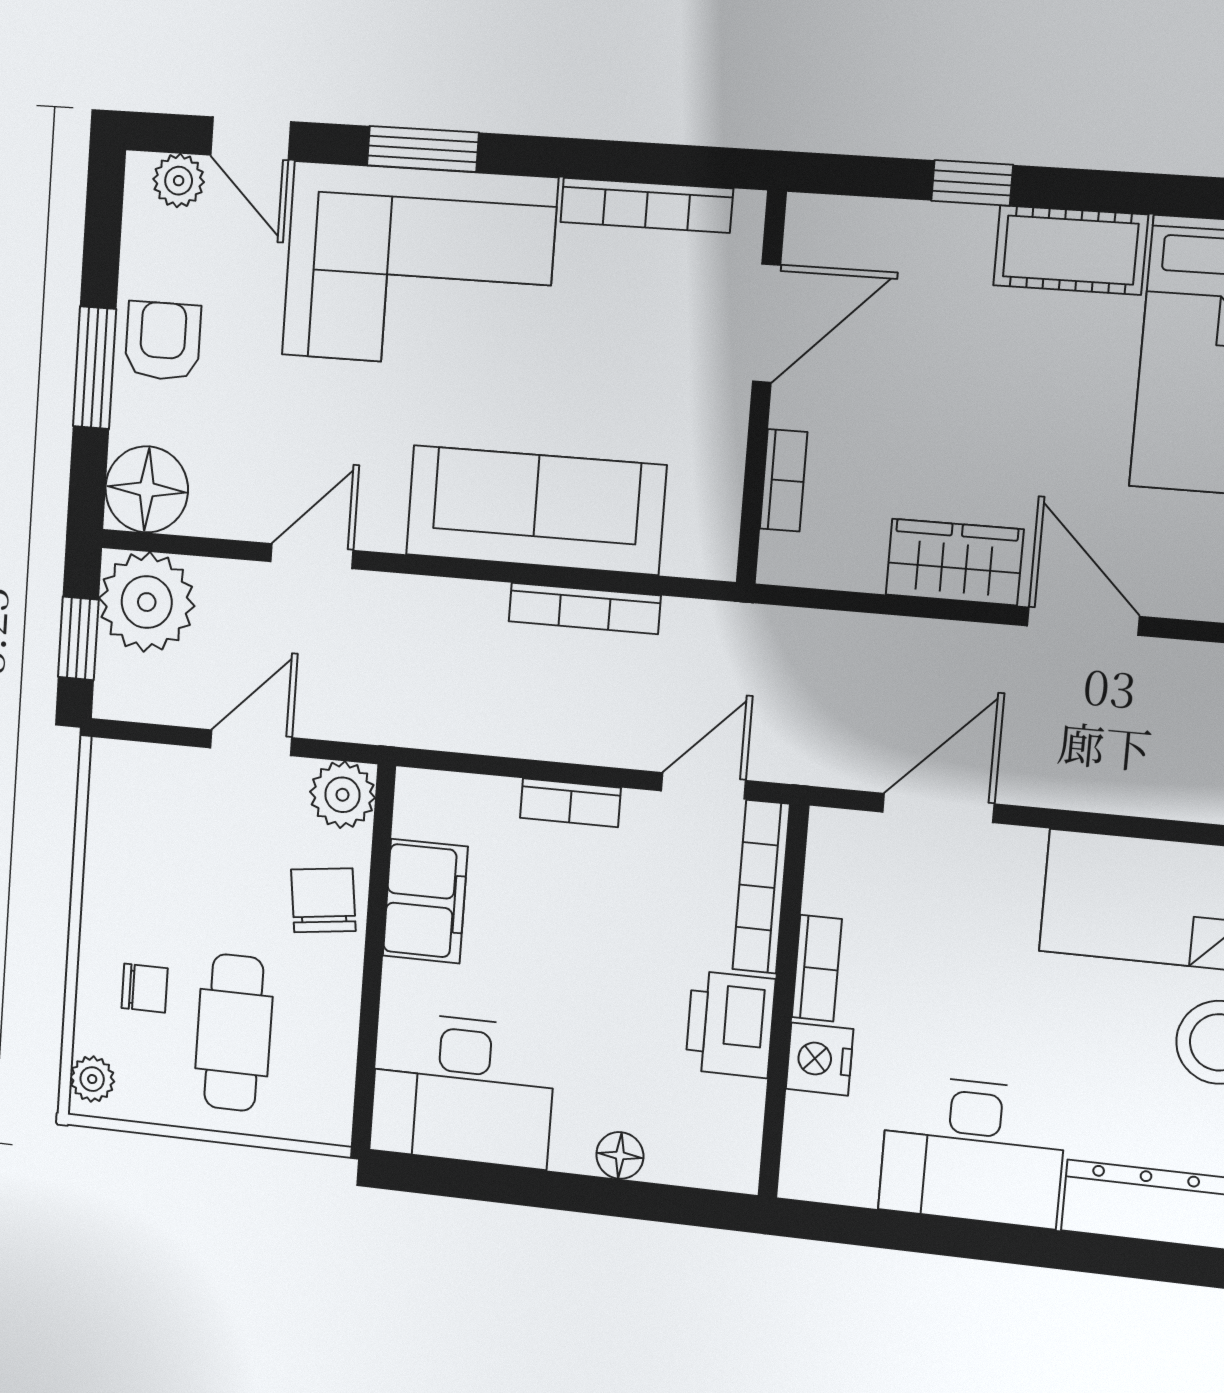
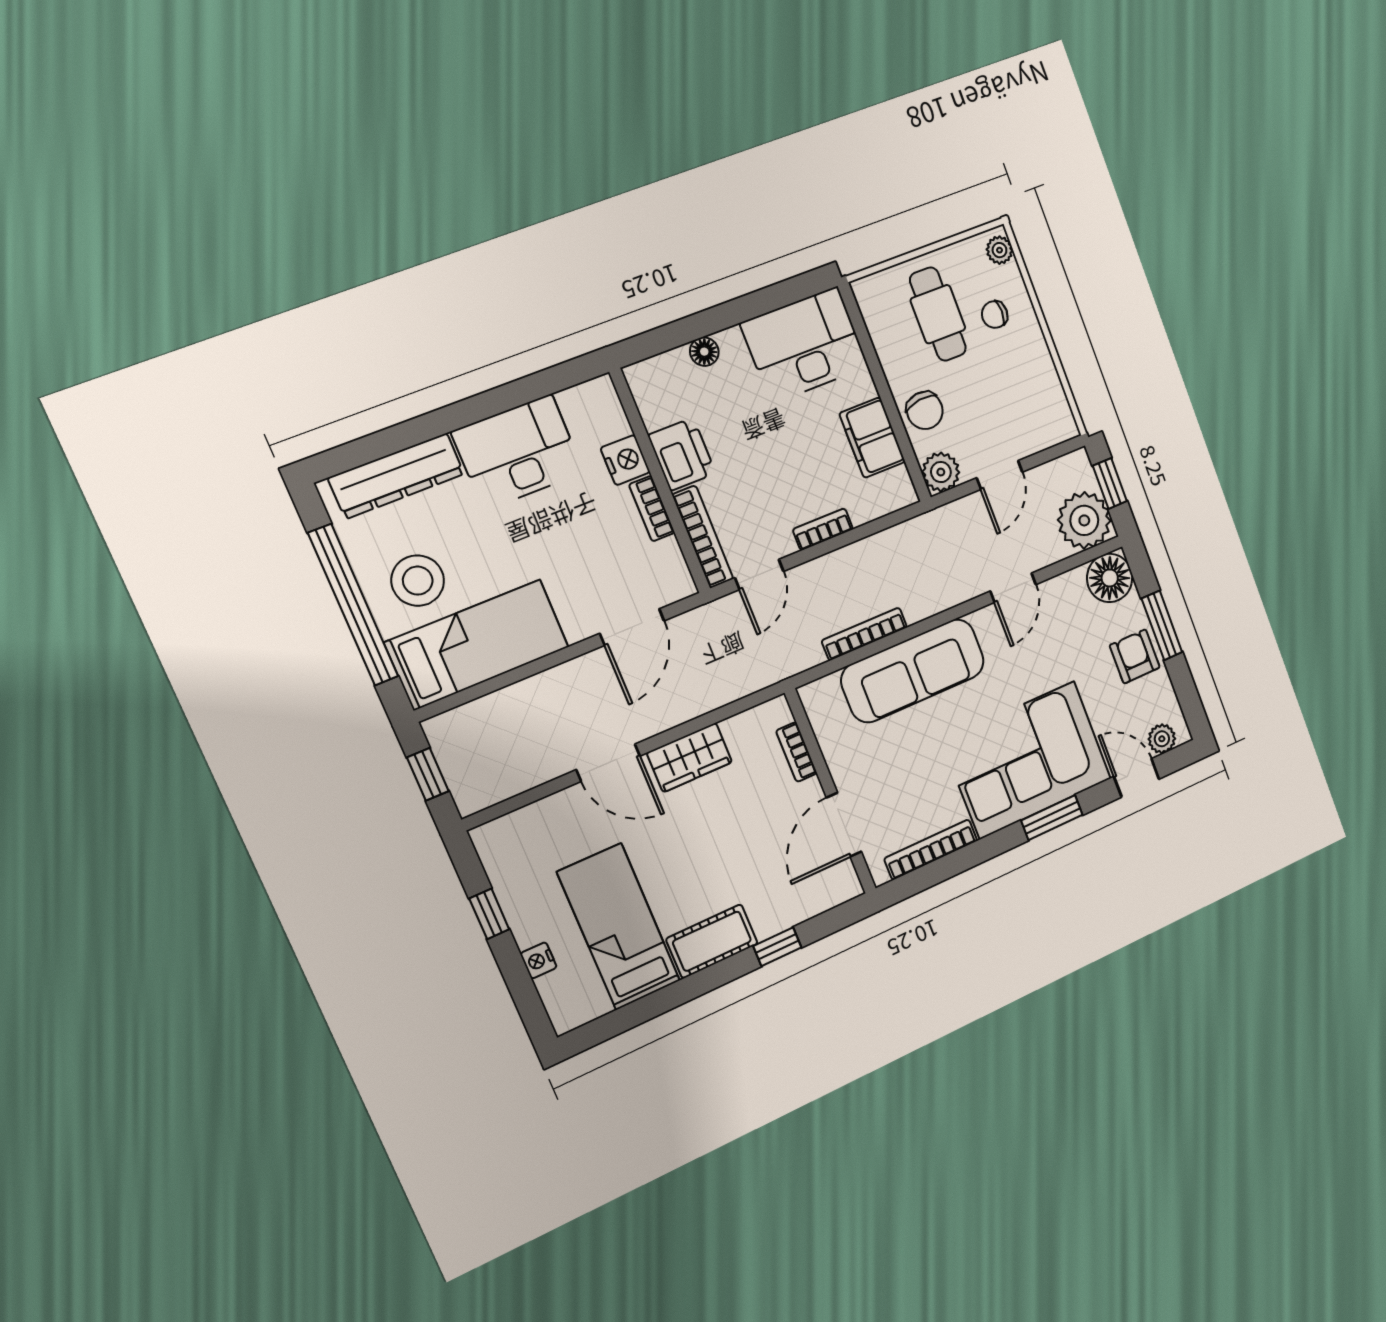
armchair: (163, 341) -> (1135, 656), turned 180

